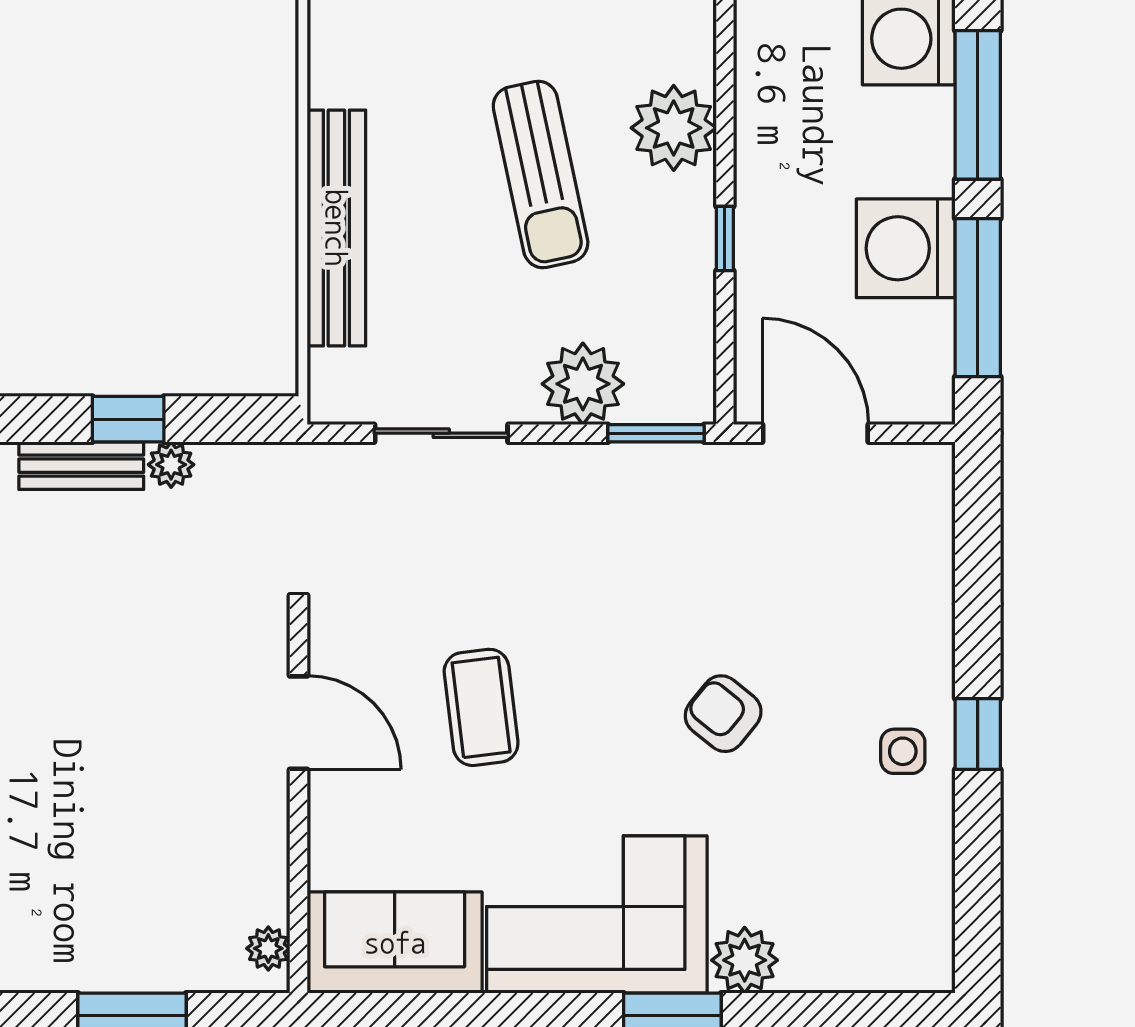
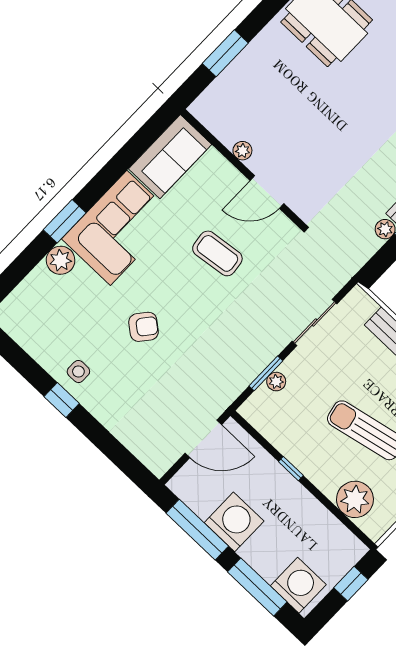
plant: (674, 128) -> (355, 499), moved
plant: (583, 384) -> (276, 382), width x0.53, depth x0.53
window: (656, 433) -> (266, 373), moved
plant: (268, 948) -> (242, 151), moved

